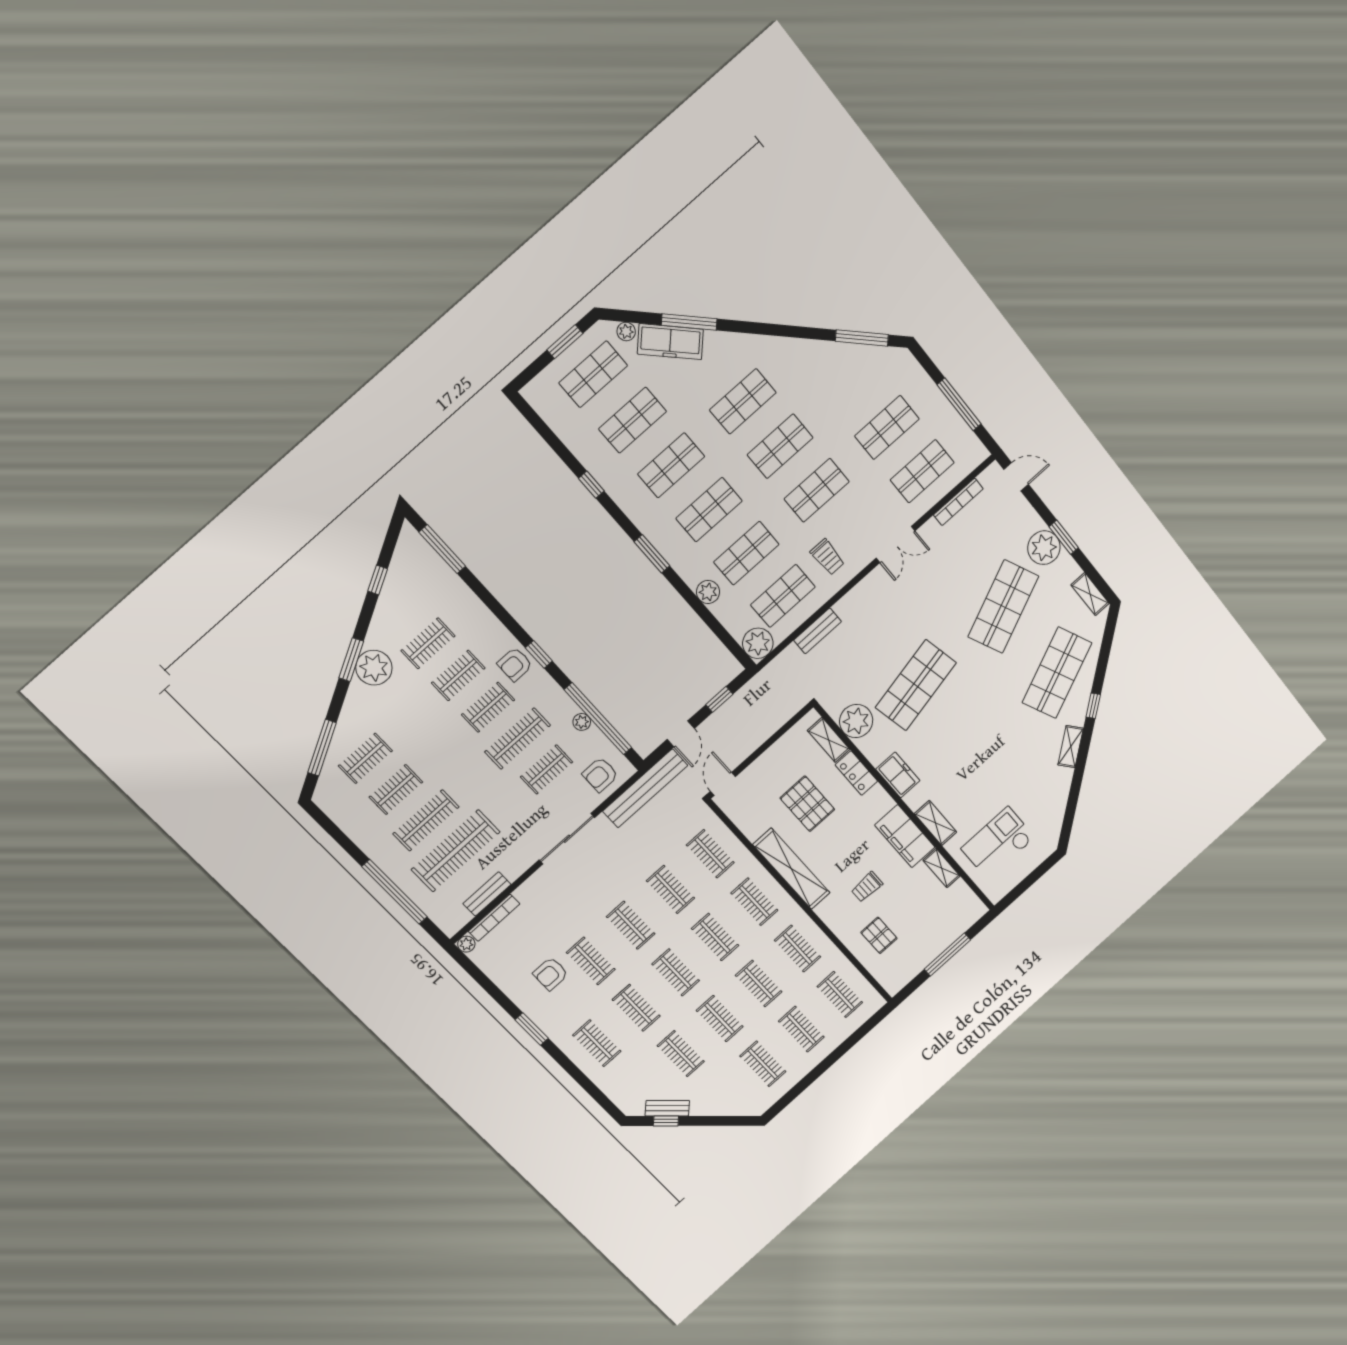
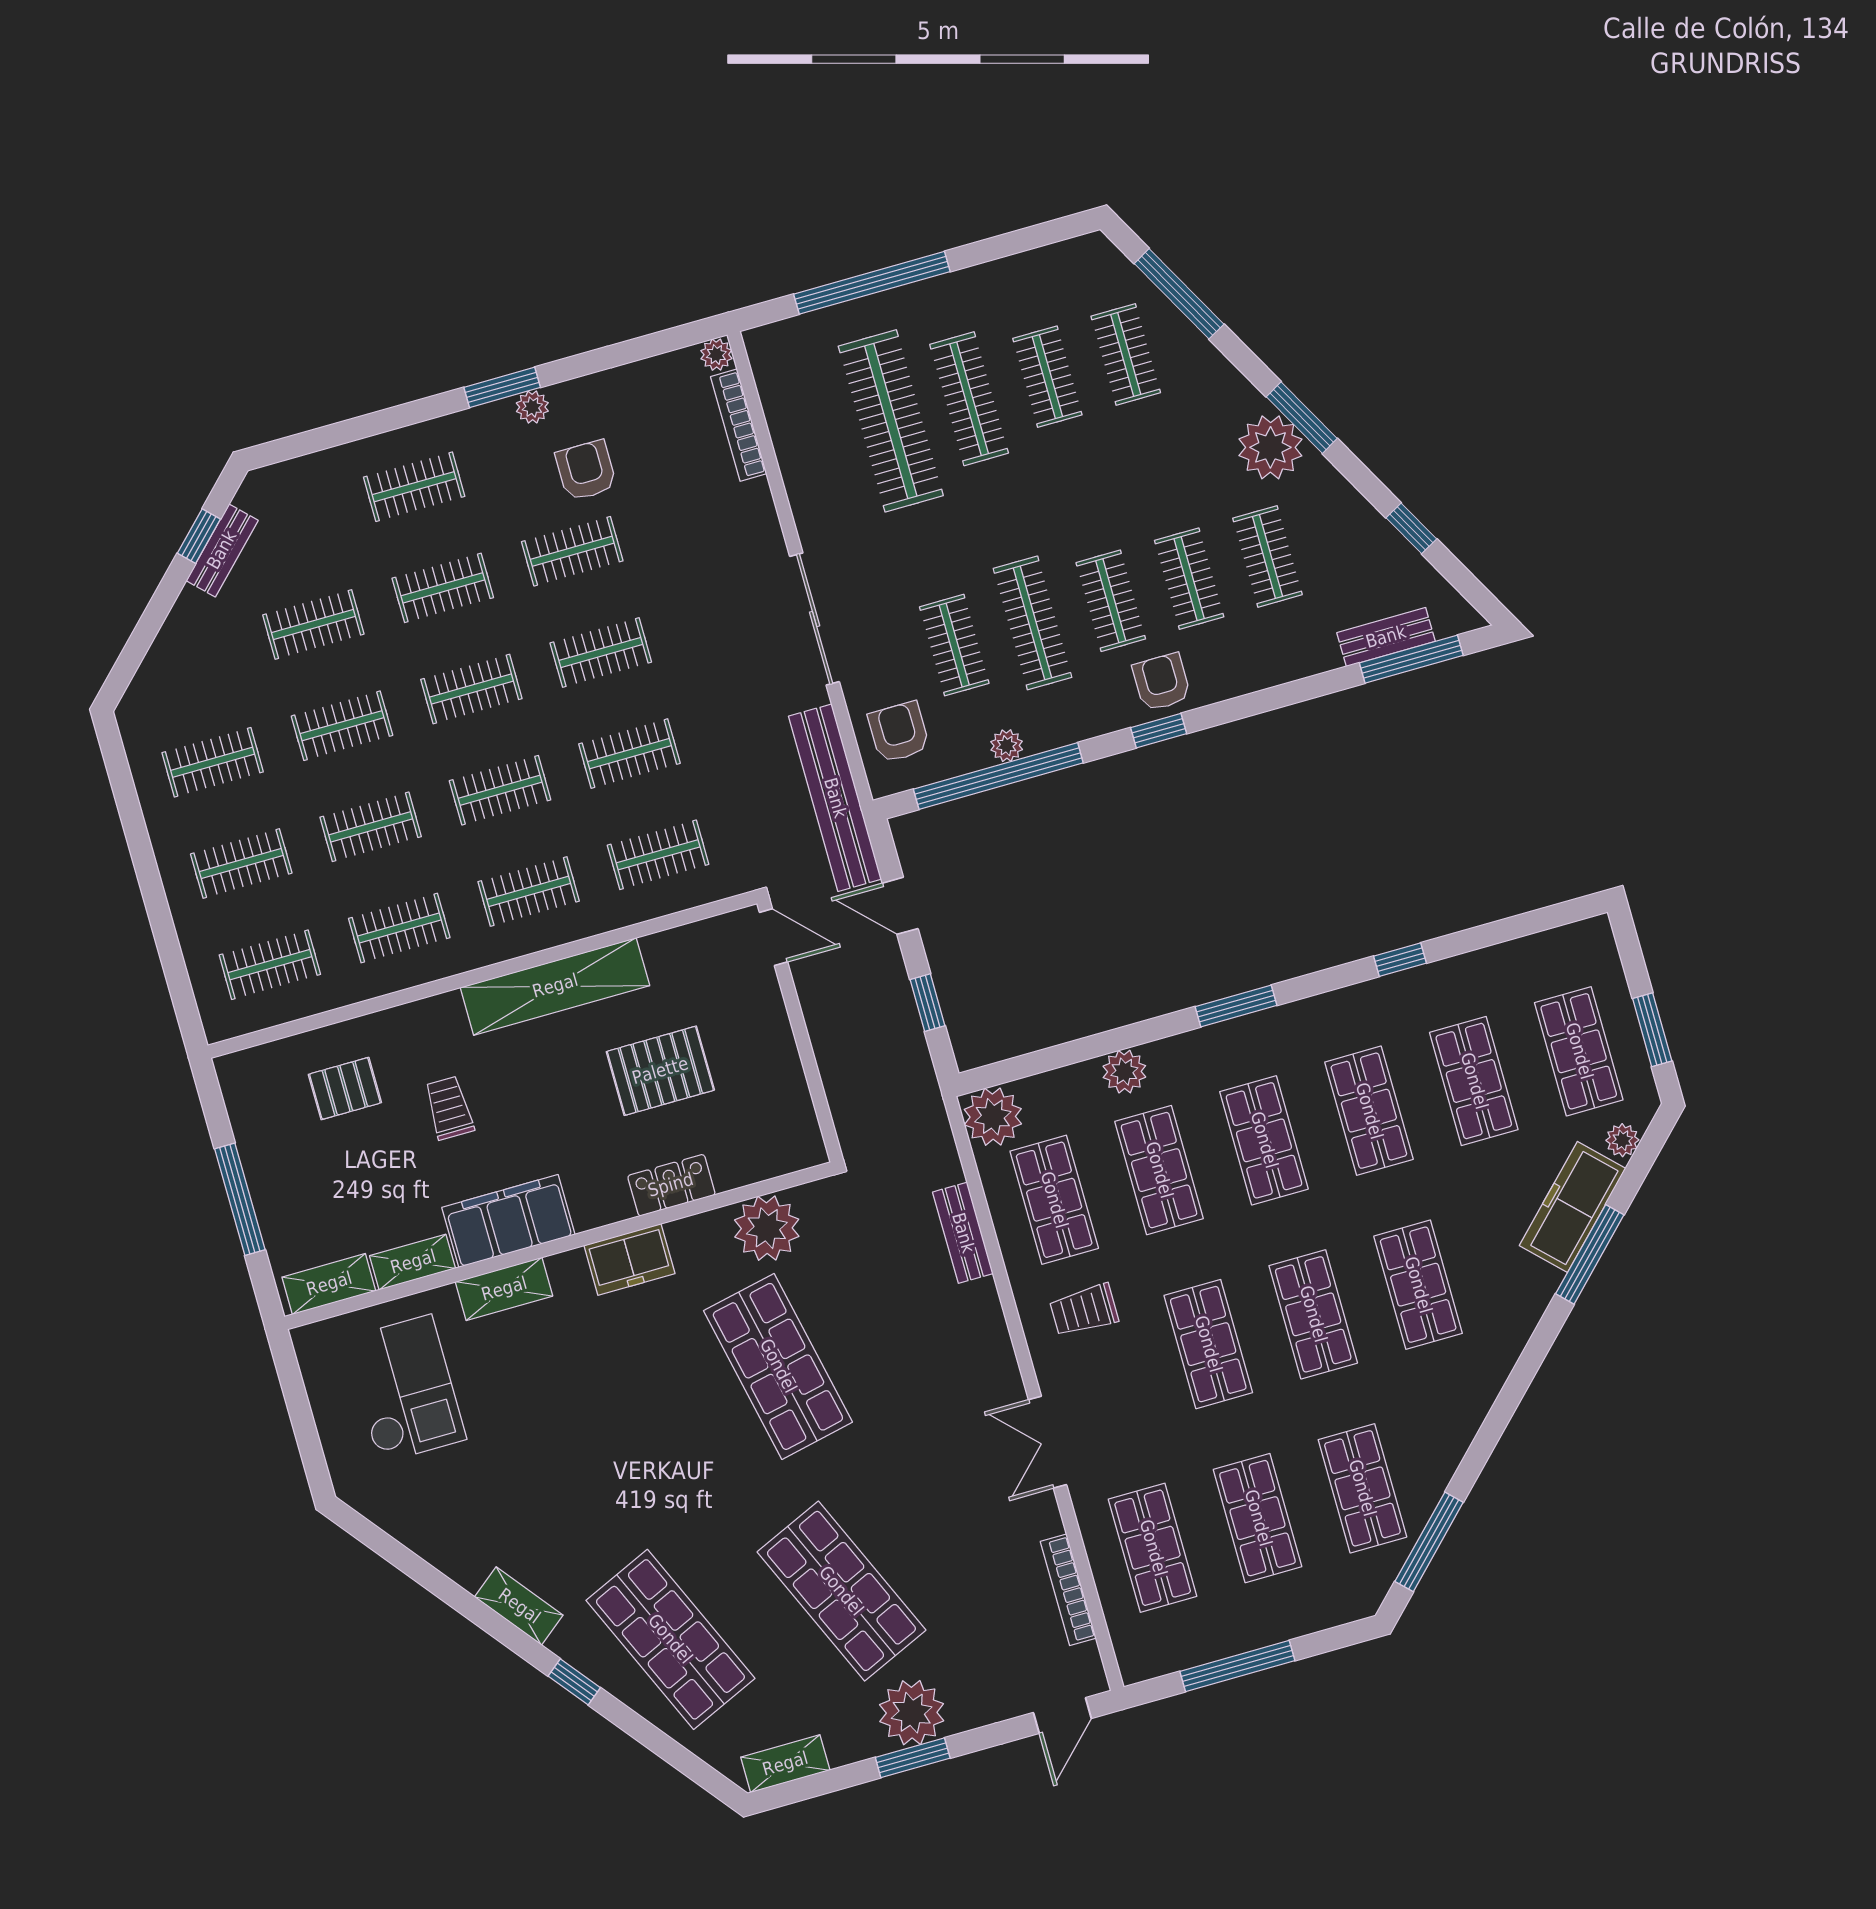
shop shelf: (851, 383) -> (1362, 1488), added
shelving: (829, 740) -> (329, 1284), moved
bench: (487, 894) -> (1386, 637), moved, turned 90
plant: (534, 1012) -> (532, 407), added

